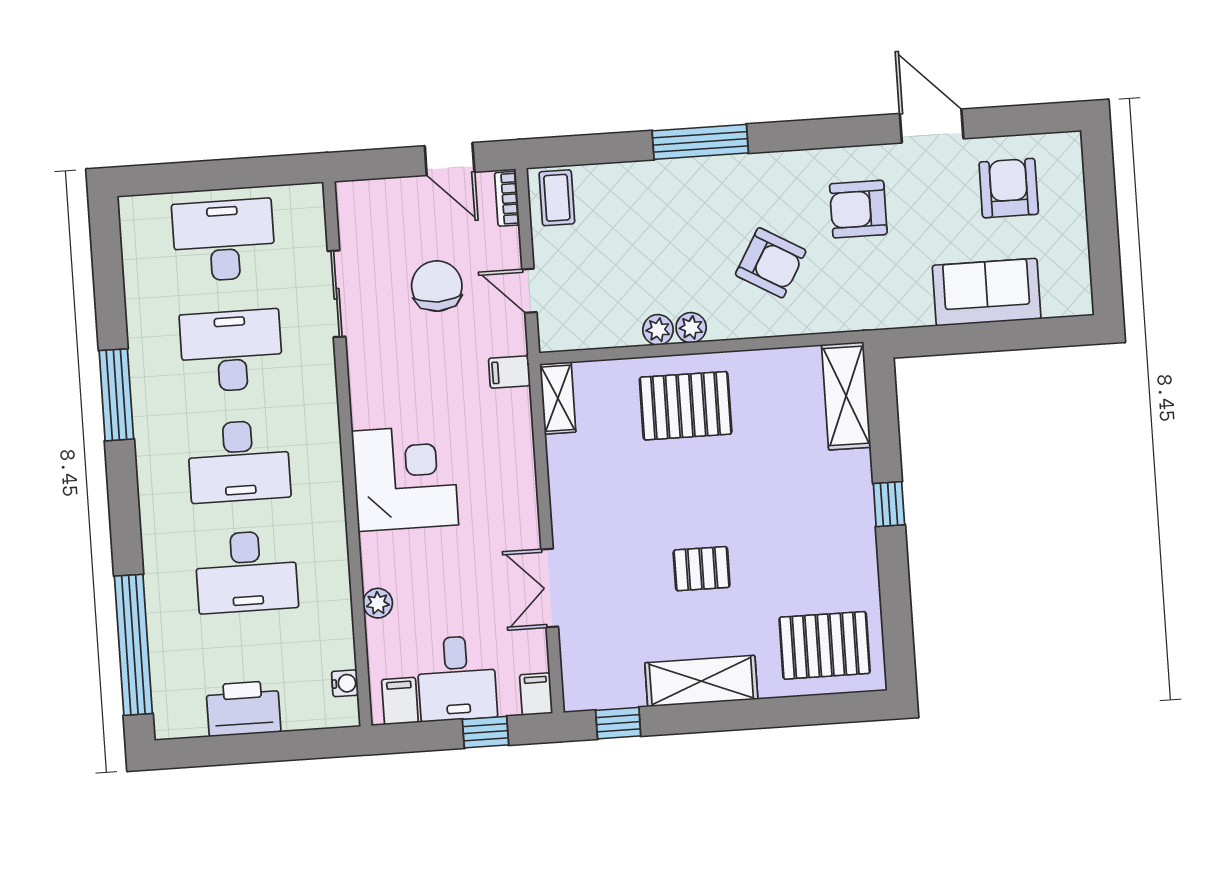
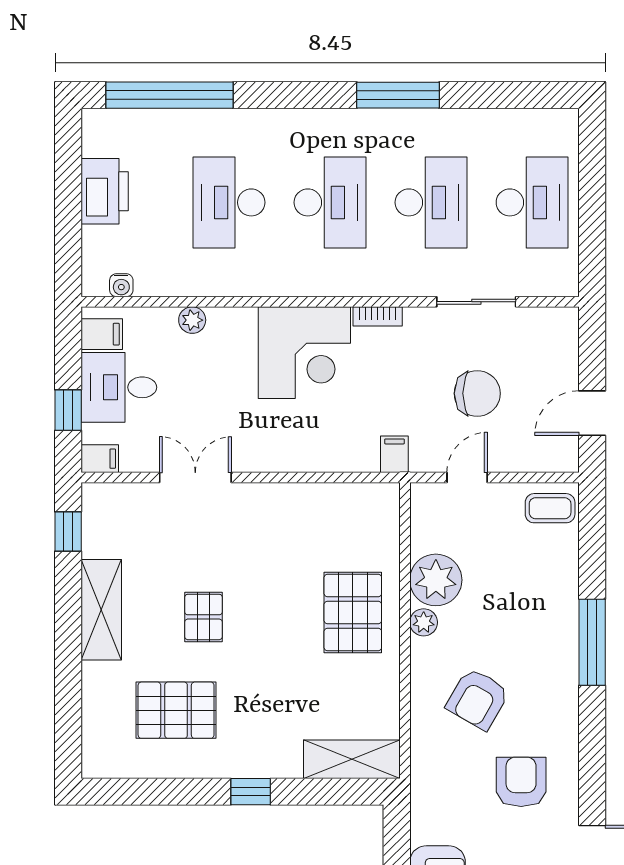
bookcase: (507, 199) -> (378, 316), moved, turned 180
plant: (658, 330) -> (436, 580), width x1.87, depth x1.87
shelving: (558, 398) -> (368, 497), removed
desk: (239, 461) -> (330, 202), turned 180
pallet: (825, 645) -> (176, 710), moved, turned 90

